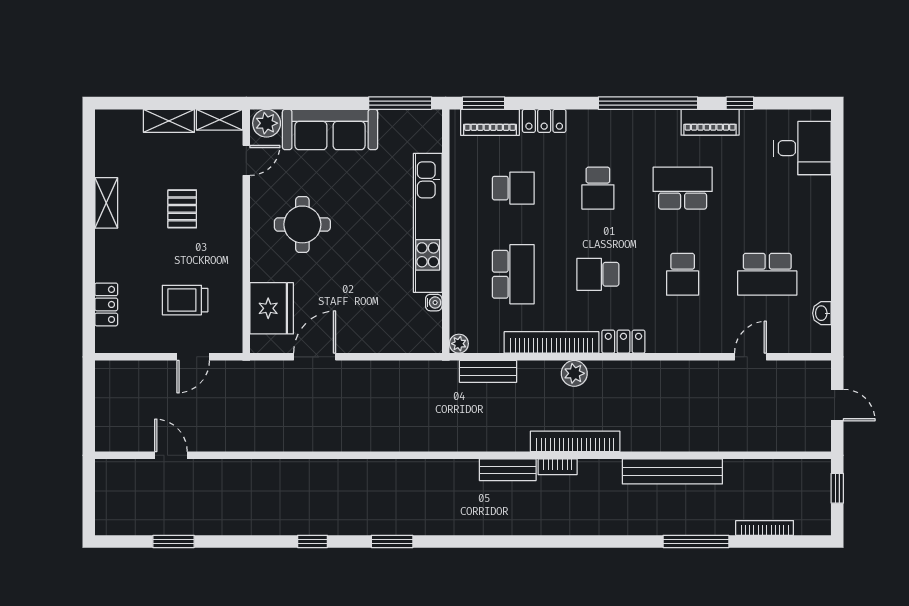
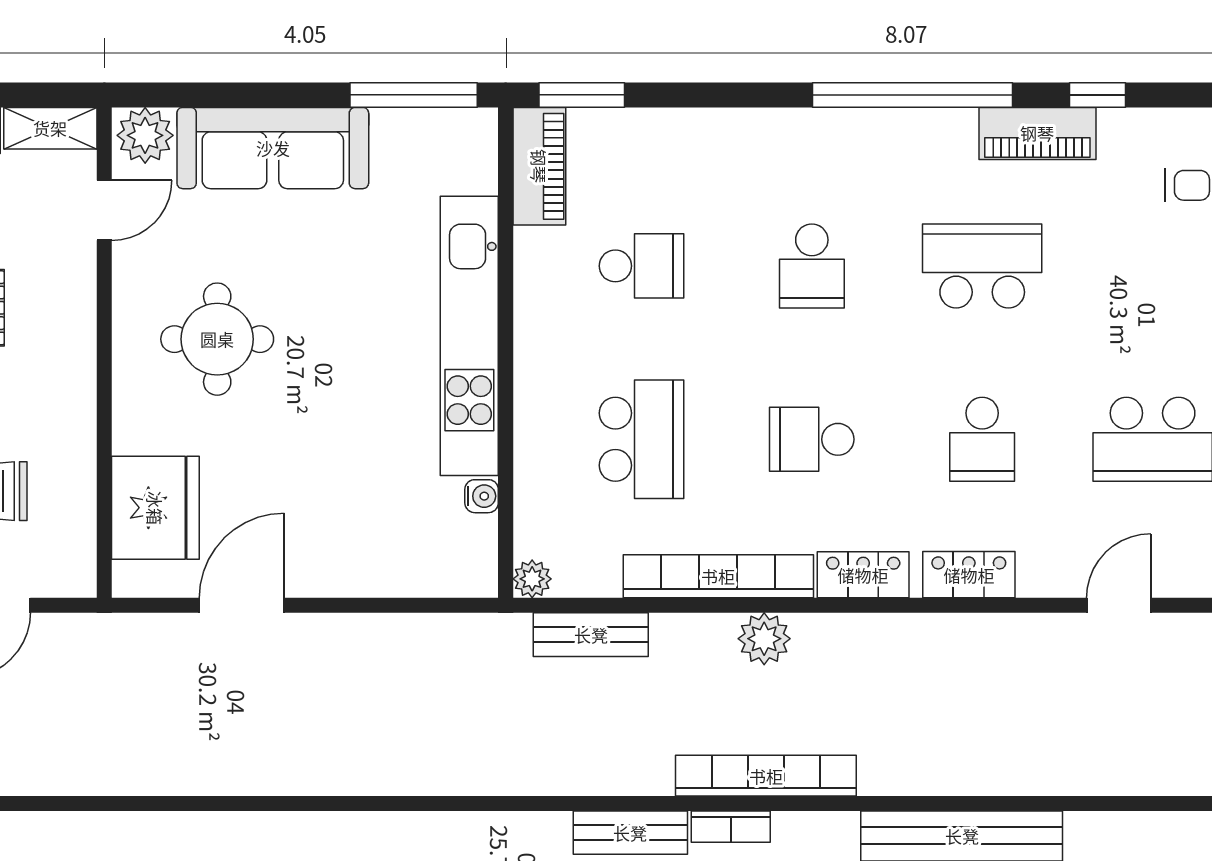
locker: (544, 121) -> (969, 575), moved, turned 180
piano: (490, 122) -> (539, 166), moved, turned -90

